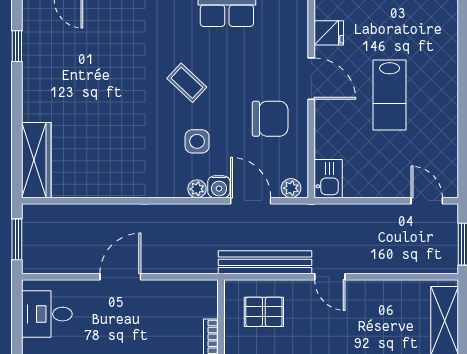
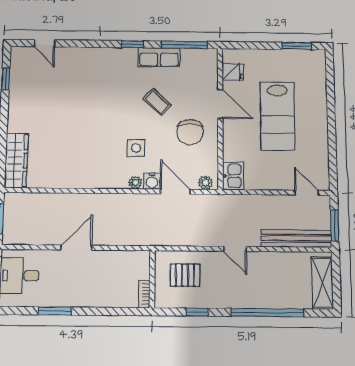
coffee table: (187, 83) -> (157, 102), moved
lab bench: (390, 95) -> (278, 116), width x1.36, depth x1.39
chair: (270, 119) -> (190, 132), turned 90
bench: (265, 262) -> (296, 238), moved

